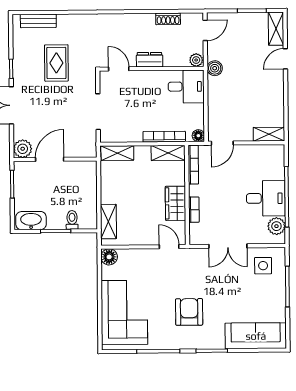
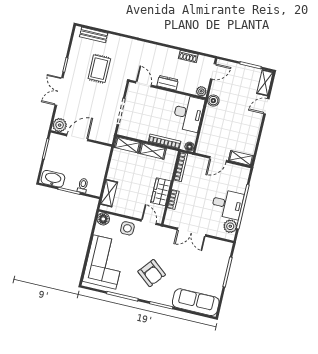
desk: (186, 87) -> (188, 113), width x1.37
door: (222, 143) -> (218, 159), moved
shelving: (168, 153) -> (153, 151), moved
side table: (263, 266) -> (127, 228), moved
armchair: (189, 312) -> (152, 273), turned 129

